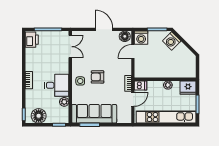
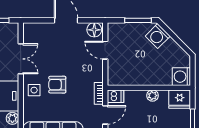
washing machine: (141, 38) -> (181, 77), moved, turned 90
double door: (70, 47) -> (21, 59), moved
door: (133, 51) -> (105, 50), hinge flipped

